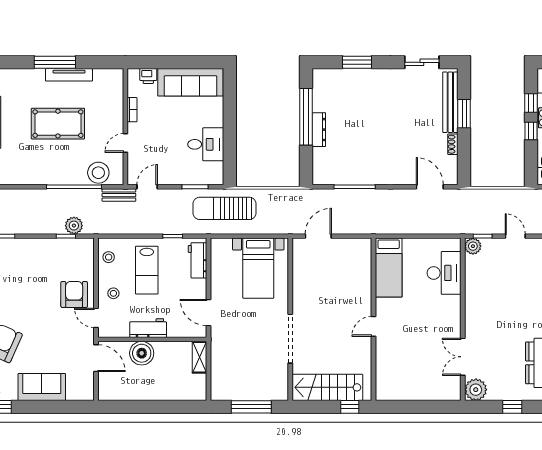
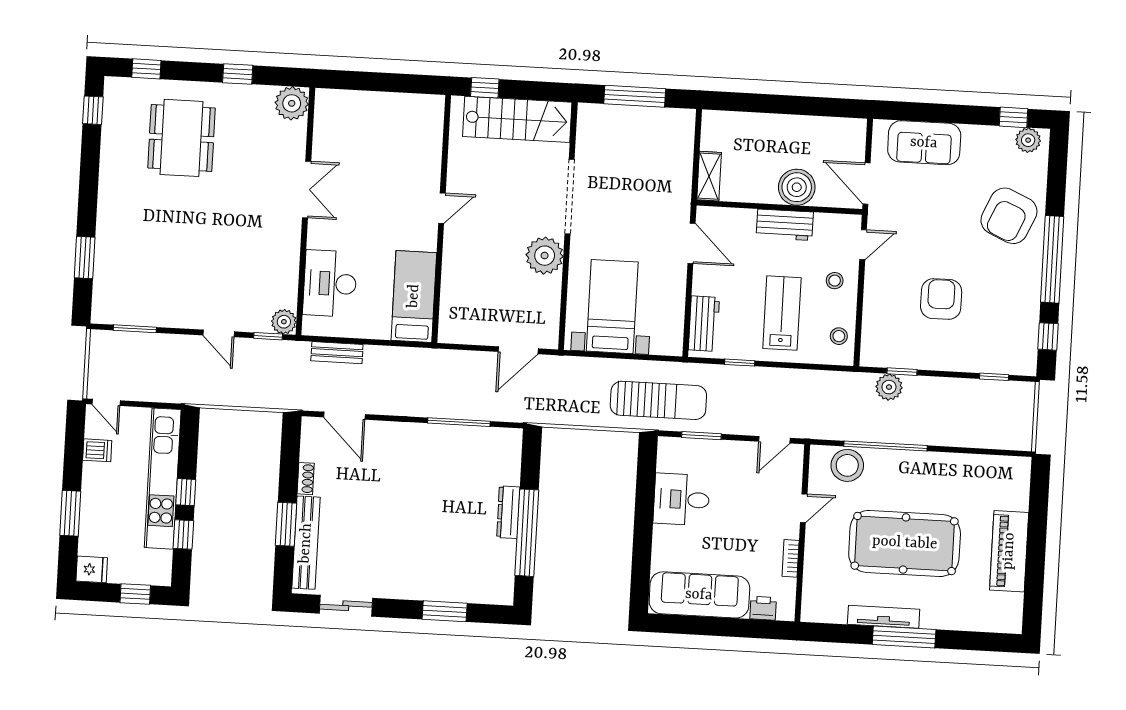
pool table: (58, 124) -> (905, 543), width x1.36, depth x1.32
bench: (119, 195) -> (337, 353), moved
armchair: (74, 294) -> (941, 299), moved, turned 180
plant: (304, 299) -> (545, 256), added
door: (96, 318) -> (863, 245), hinge flipped
double door: (463, 357) -> (307, 190), moved
sofa: (42, 387) -> (924, 143), moved

